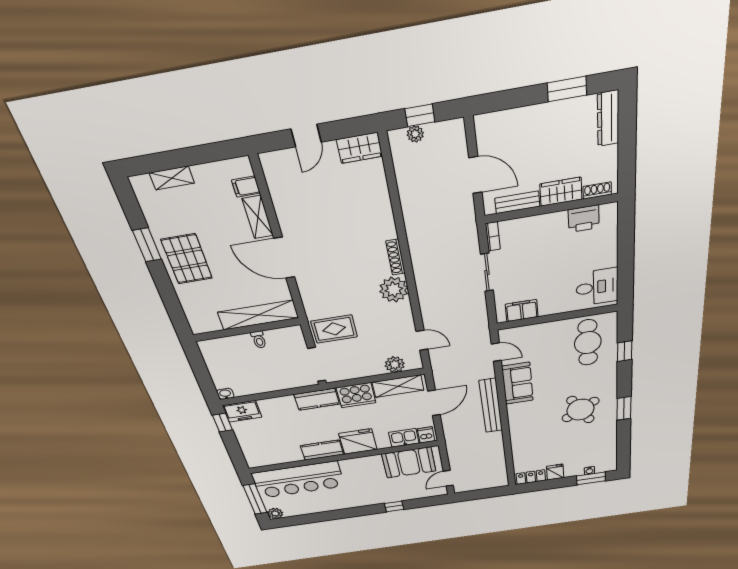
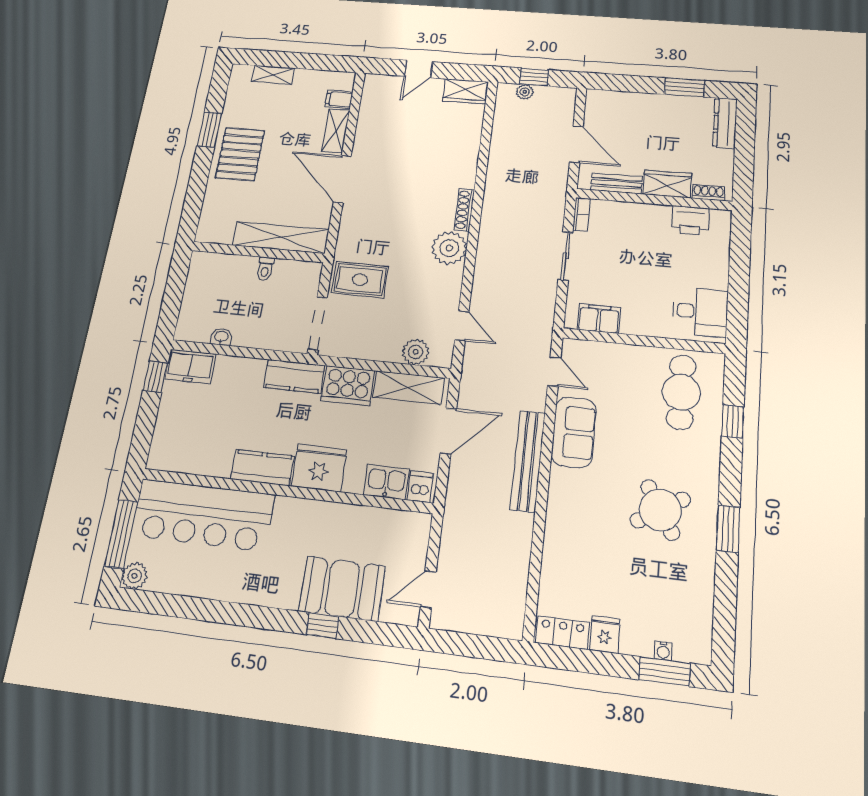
washbasin: (225, 394) -> (221, 337), moved
booth: (409, 463) -> (342, 589), moved

